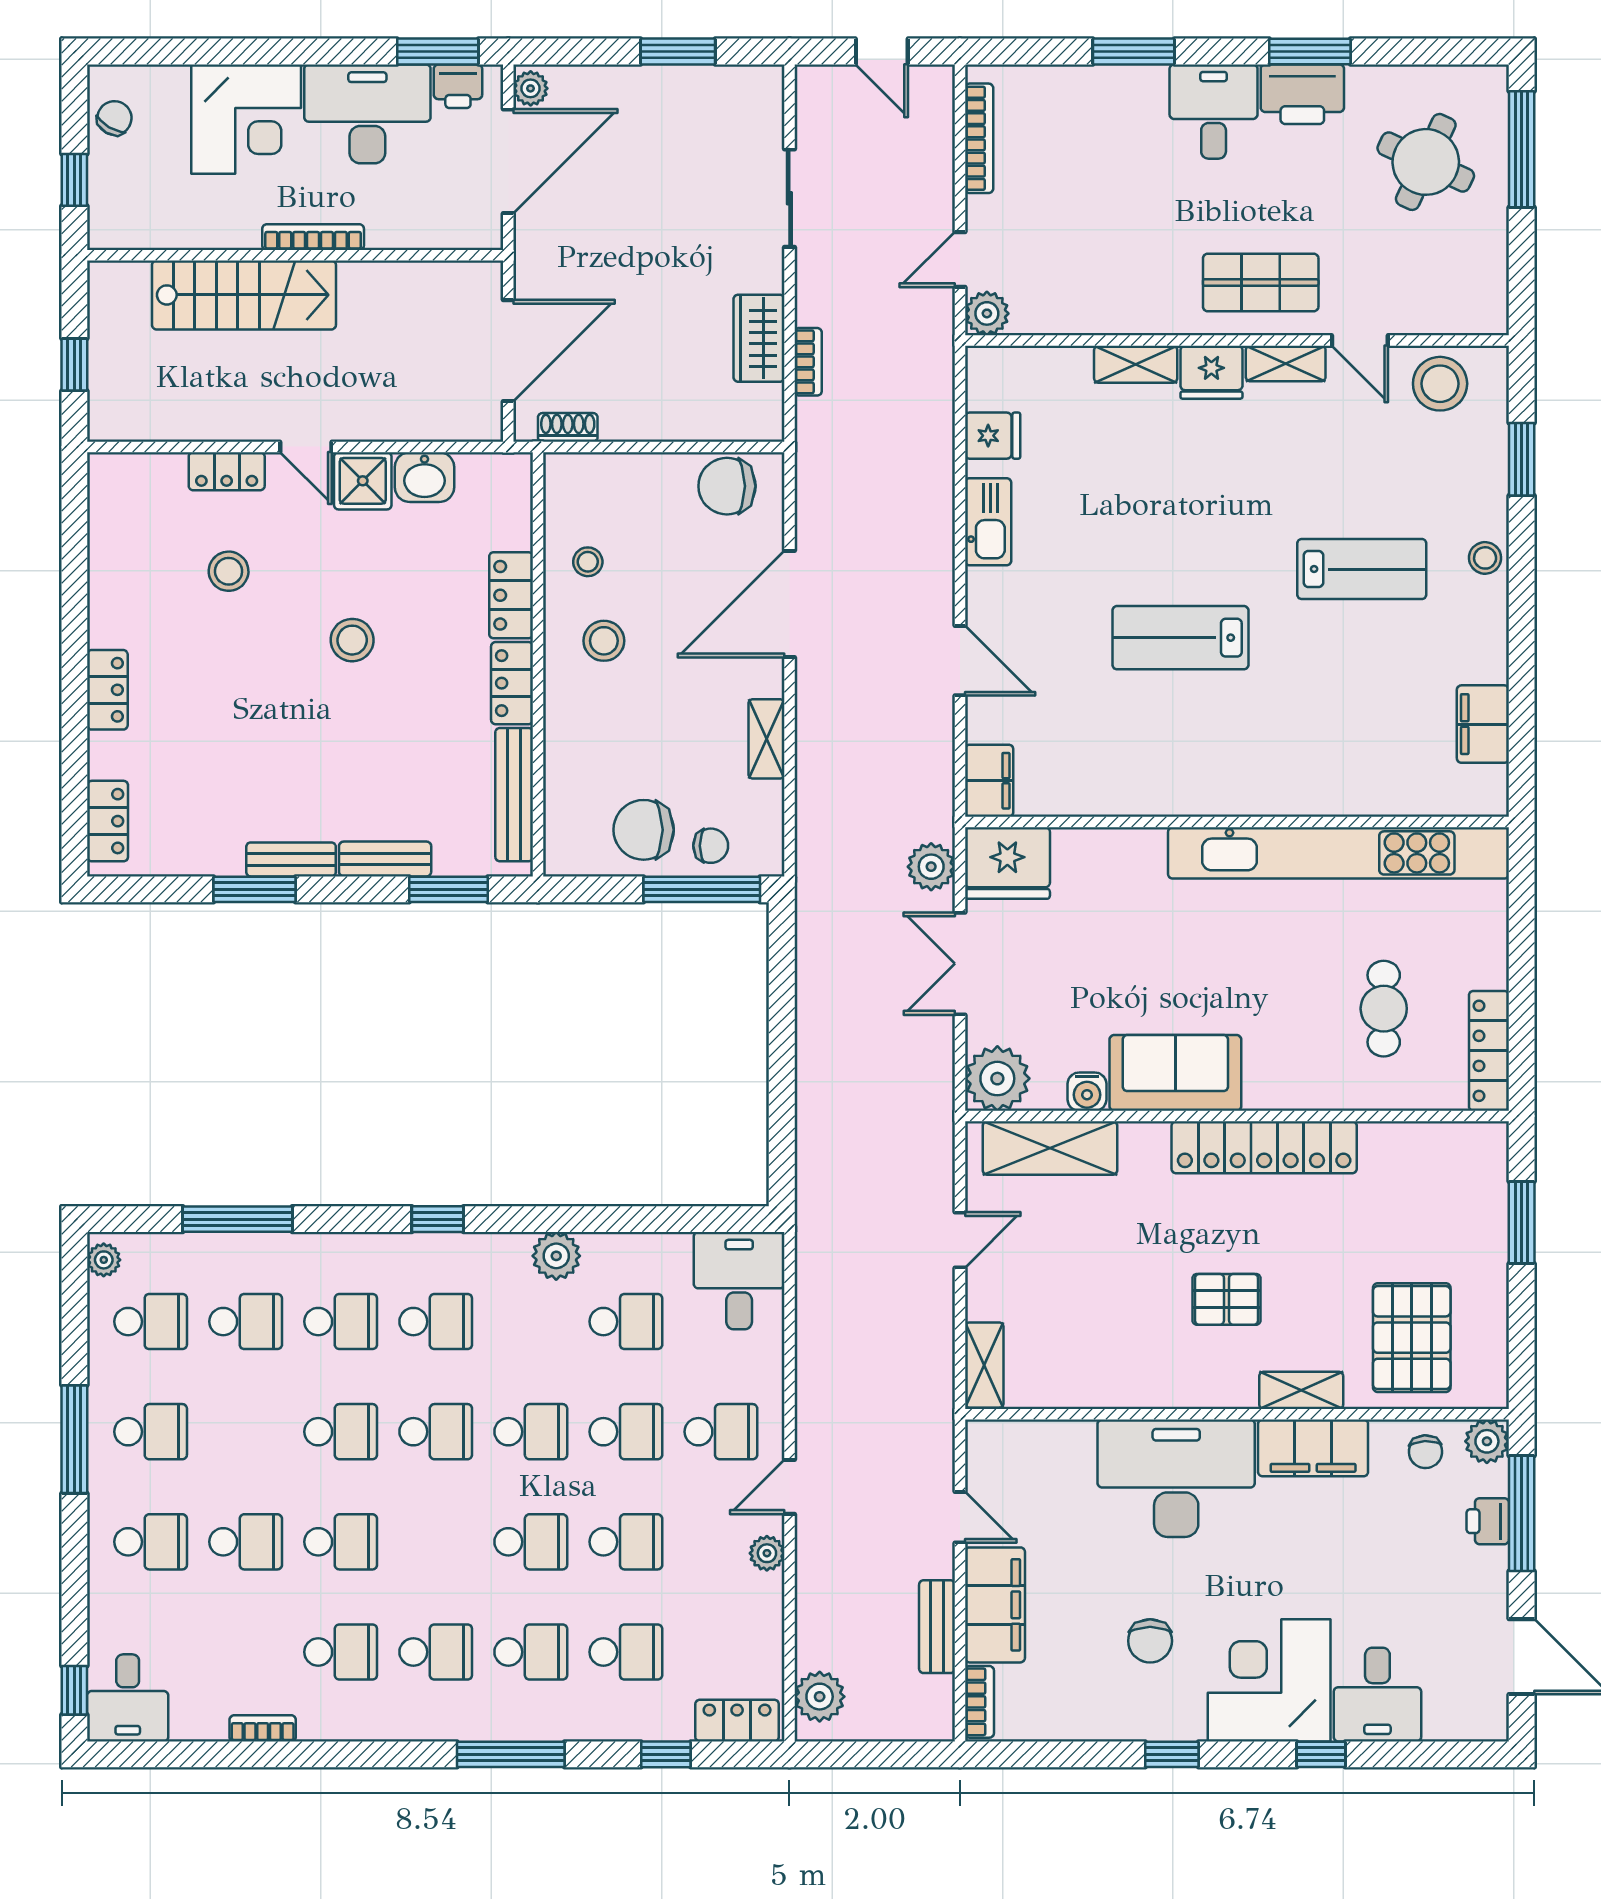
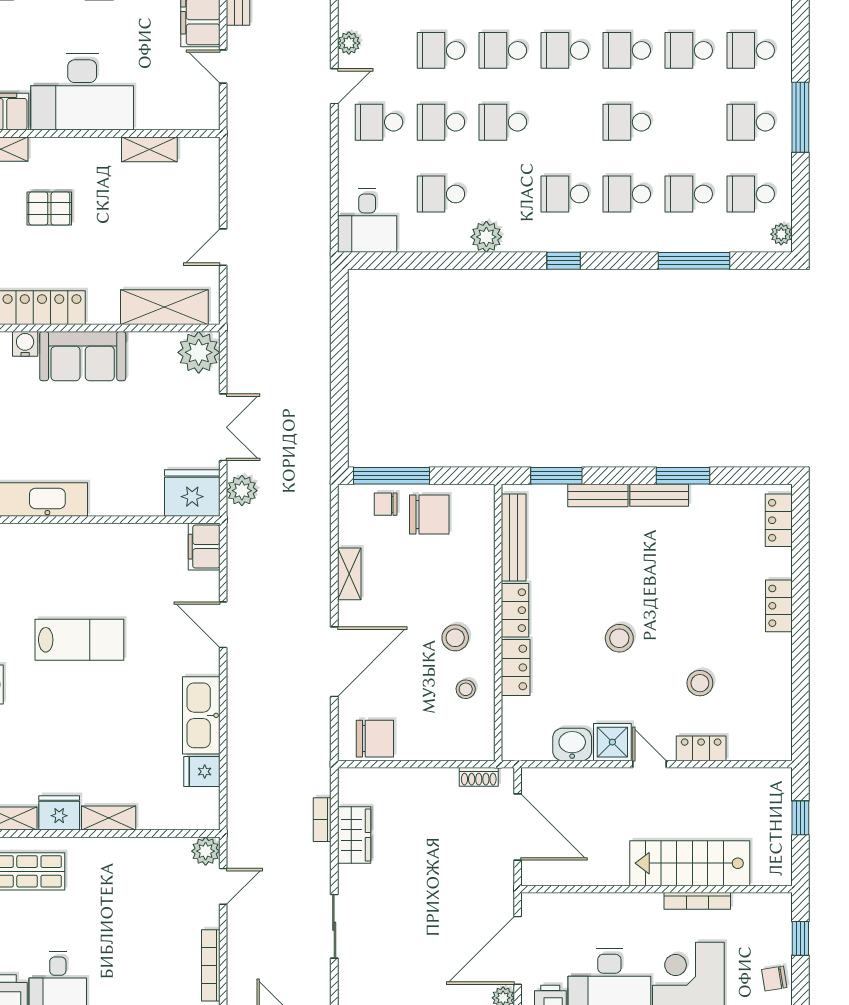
chair: (114, 118) -> (774, 979), turned 51
bookcase: (313, 237) -> (697, 901), moved
door: (508, 351) -> (518, 827), swing flipped
kitchen sink: (988, 522) -> (201, 715), width x1.36, depth x1.24
water cooler: (1087, 1092) -> (25, 344), moved
shelving: (984, 1365) -> (149, 149), moved, turned 90
school desk: (436, 1432) -> (565, 50), moved

